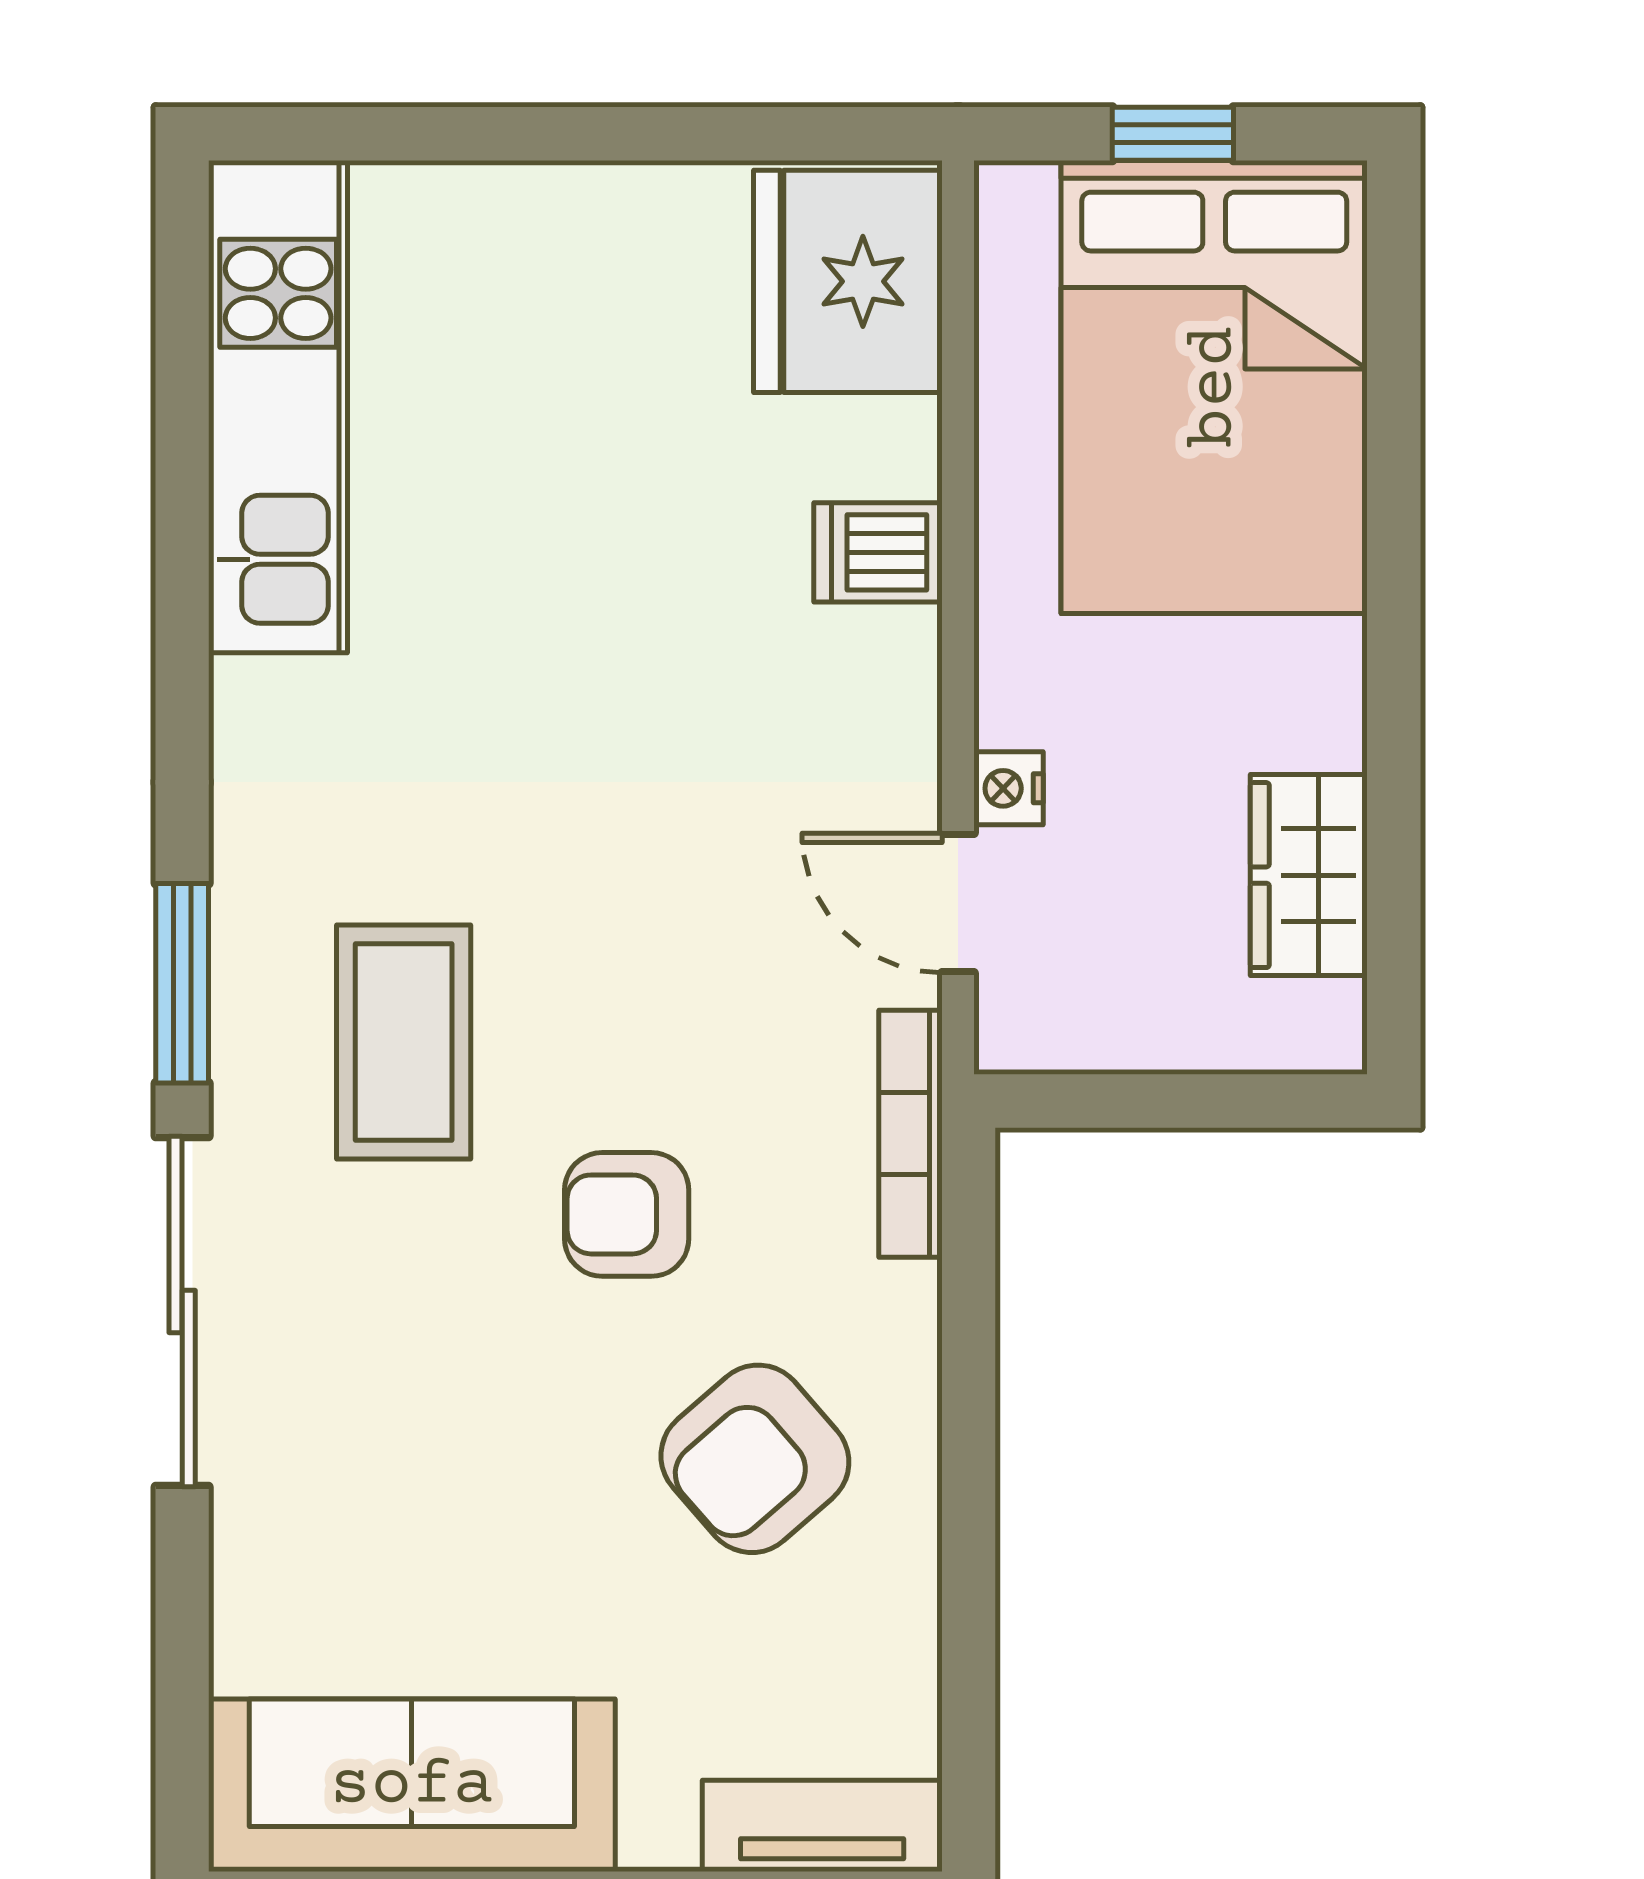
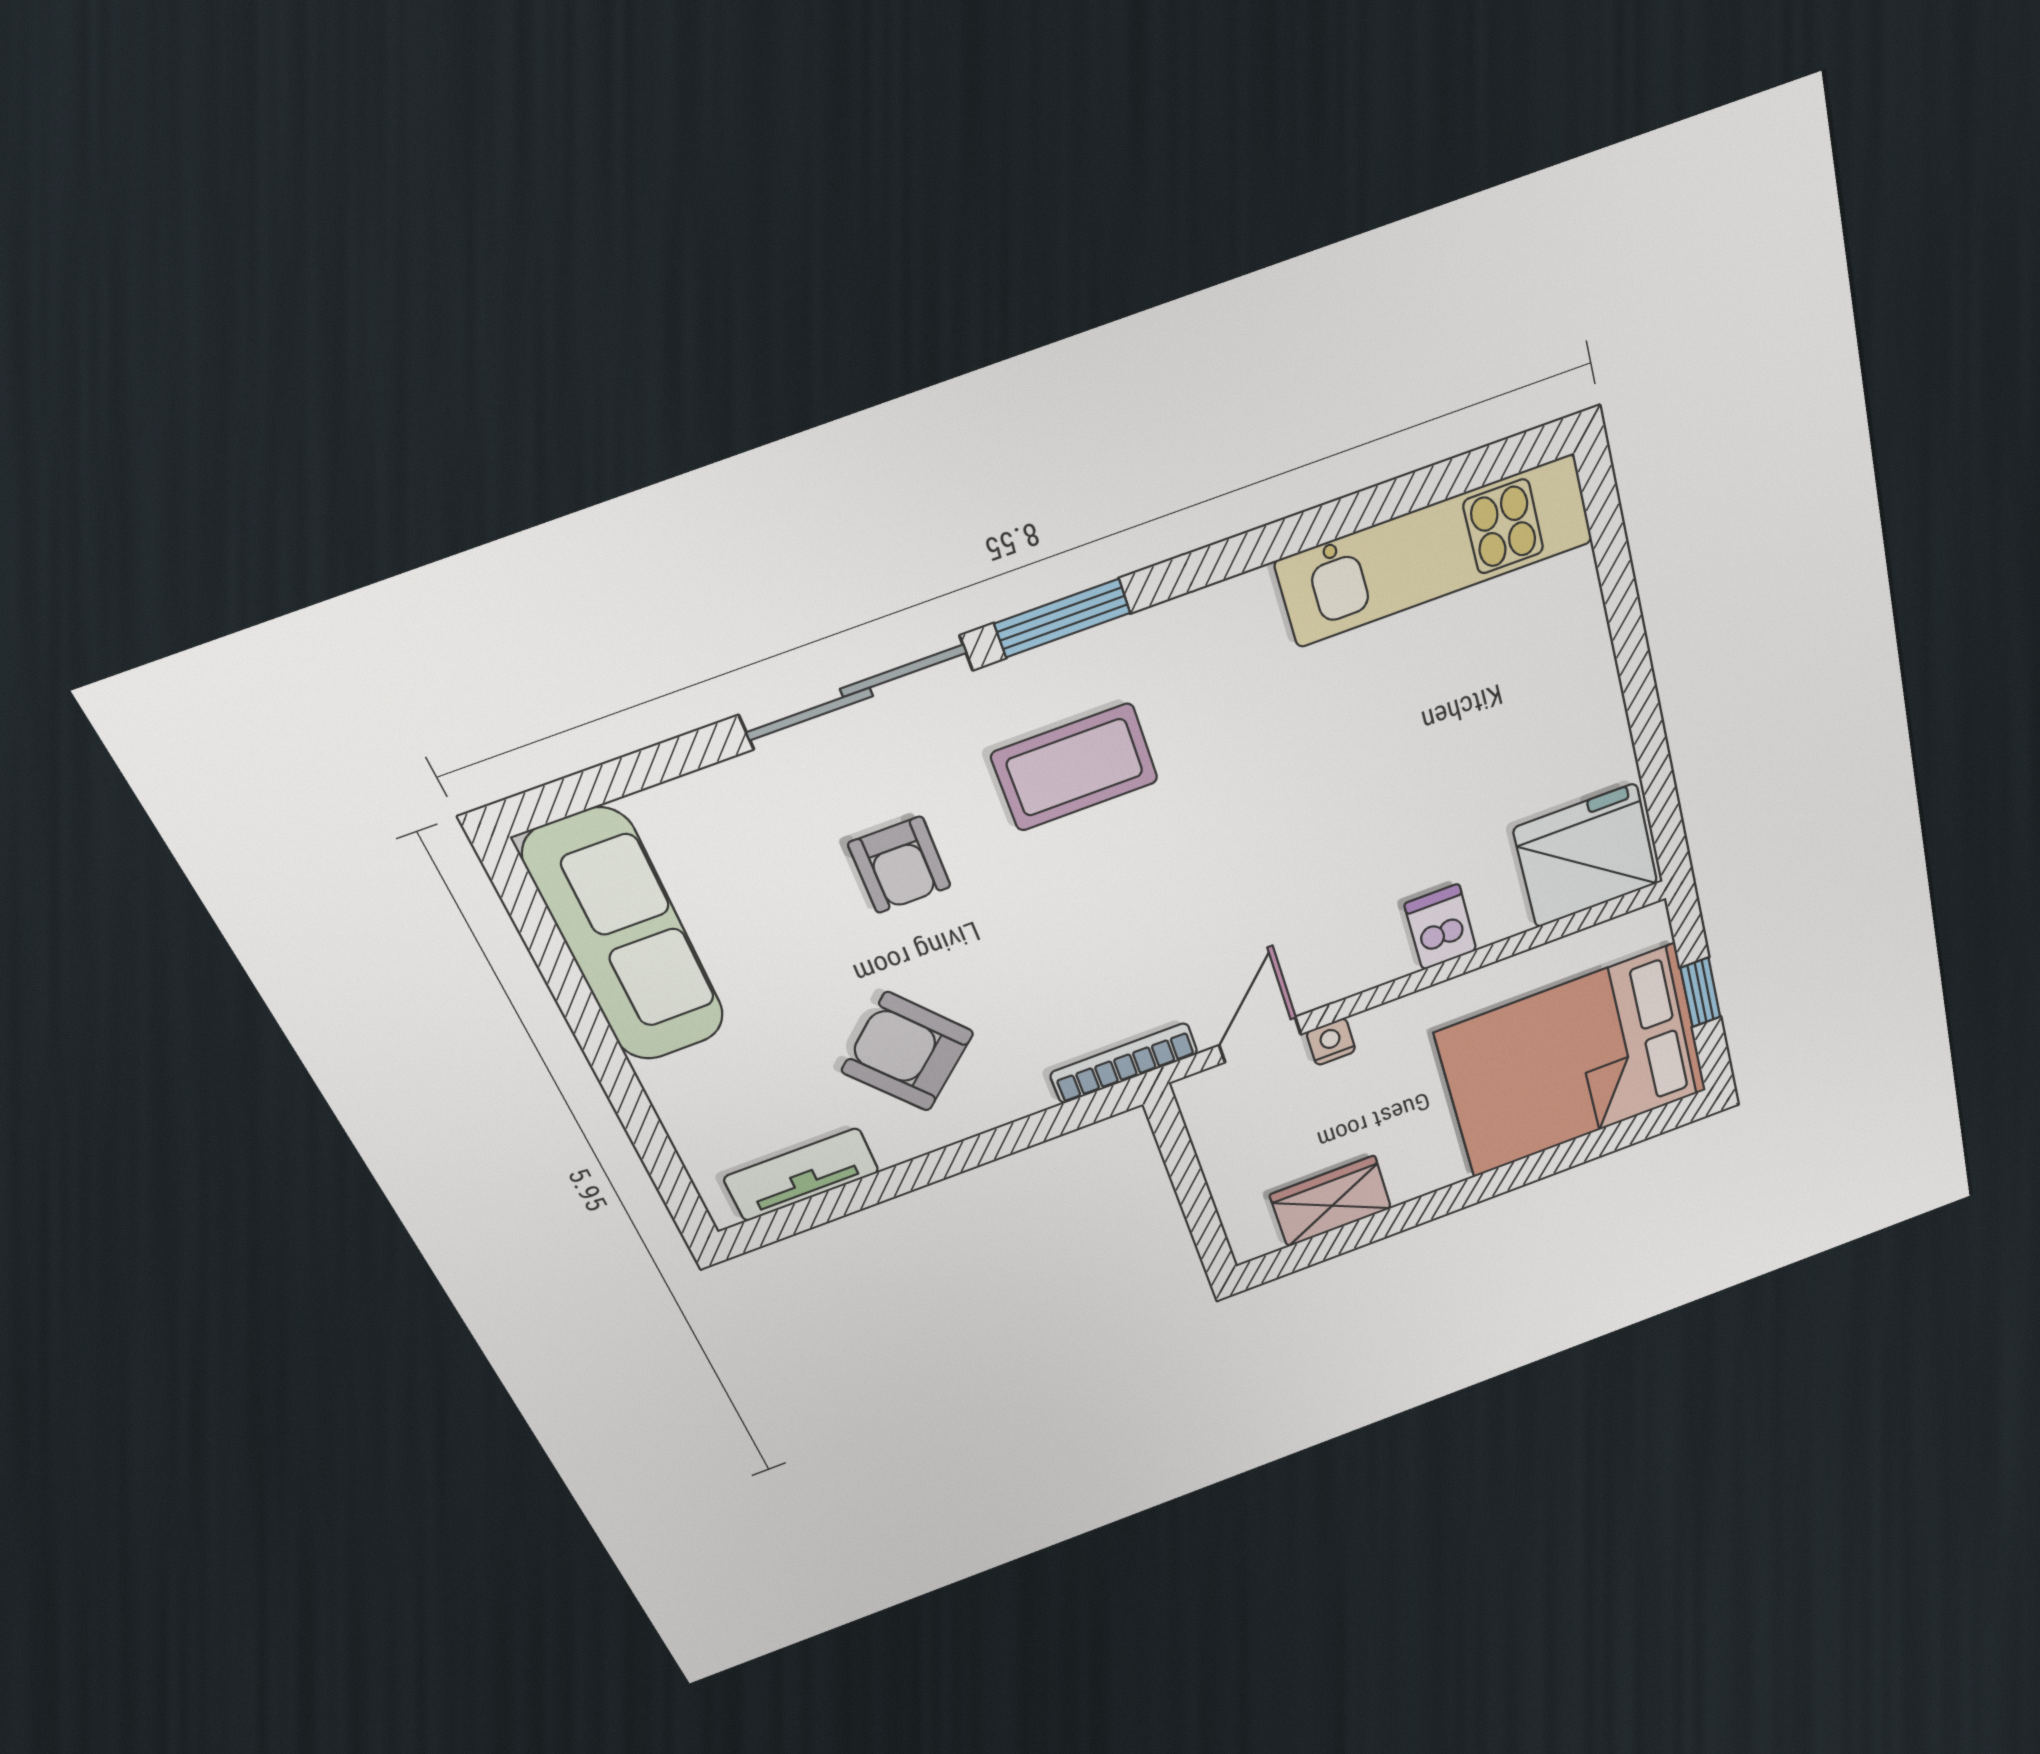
armchair: (627, 1214) -> (899, 865), moved, turned 180
tv unit: (822, 1826) -> (801, 1175), moved, turned -90

